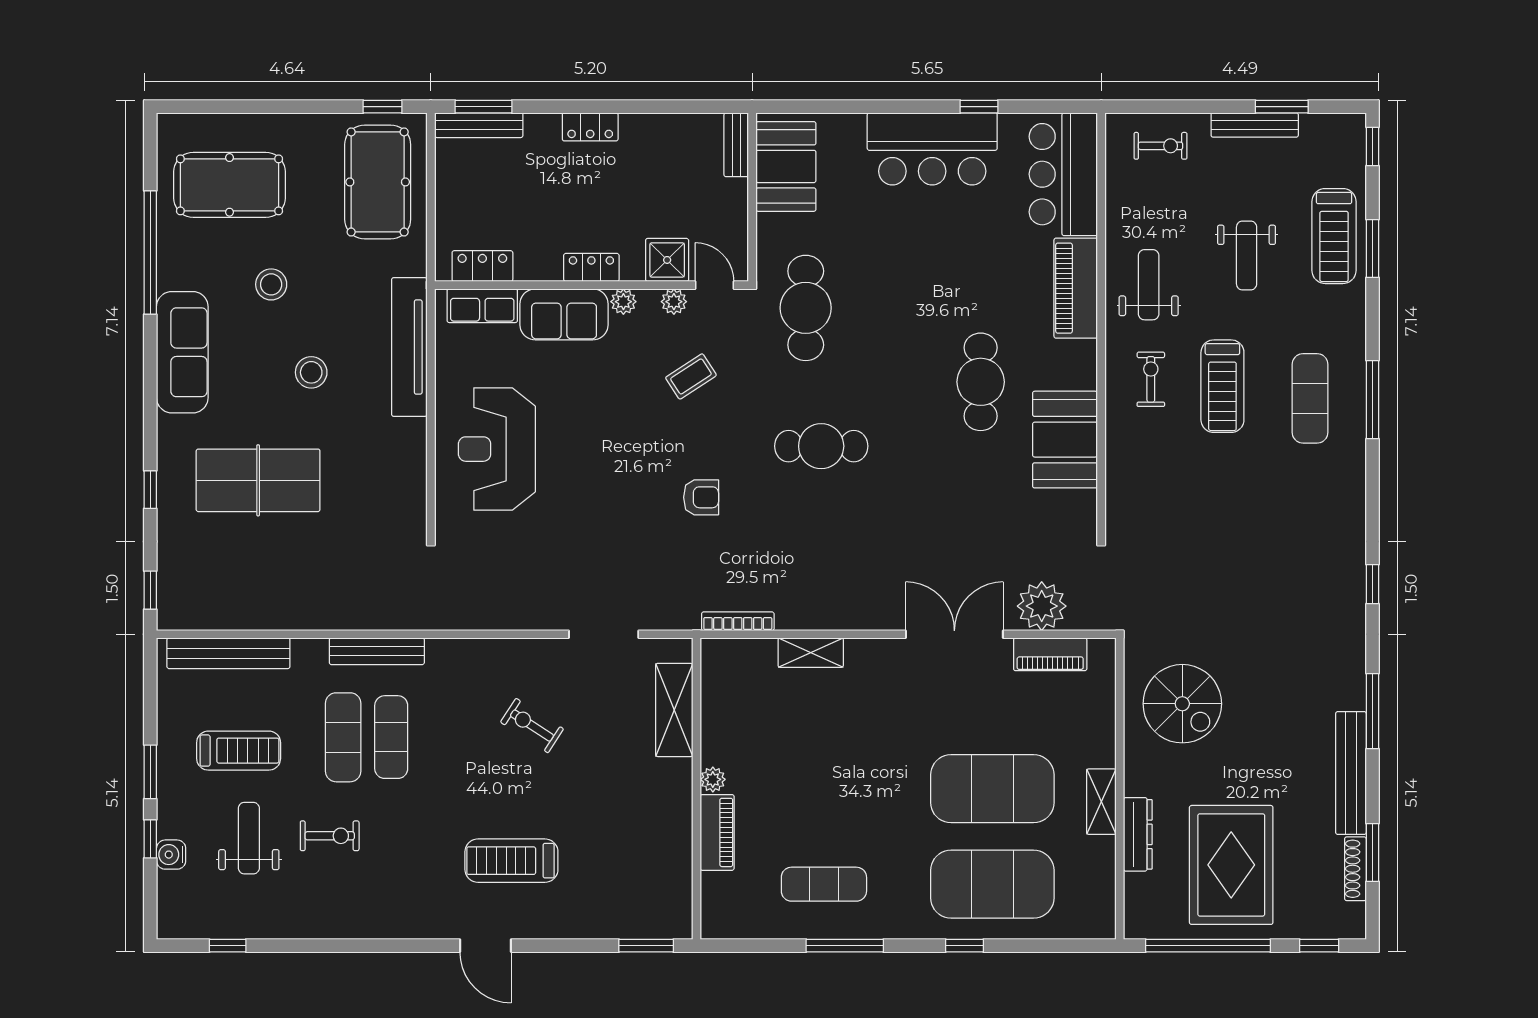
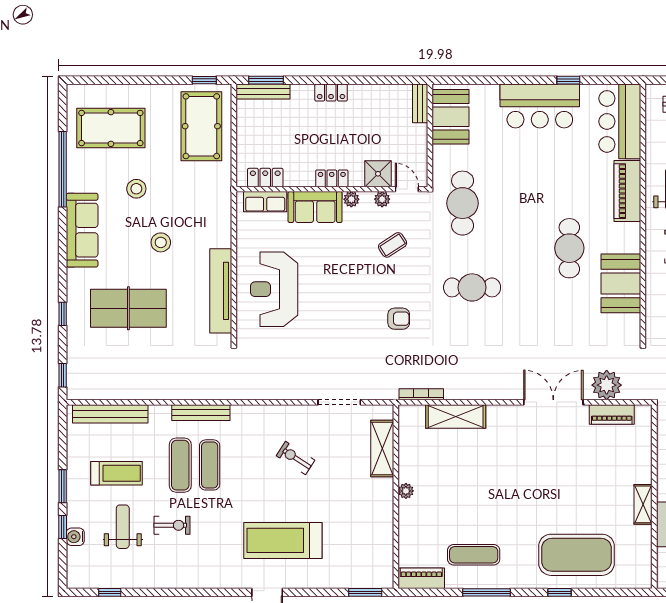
tv unit: (409, 347) -> (221, 291), moved
shelving: (811, 653) -> (456, 416), width x1.50, depth x1.33
exercise mat: (992, 789) -> (576, 497), removed
piano: (717, 832) -> (421, 578), moved, turned -90
treadmill: (511, 861) -> (283, 540), width x1.37, depth x1.38

